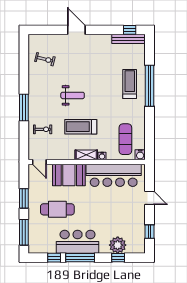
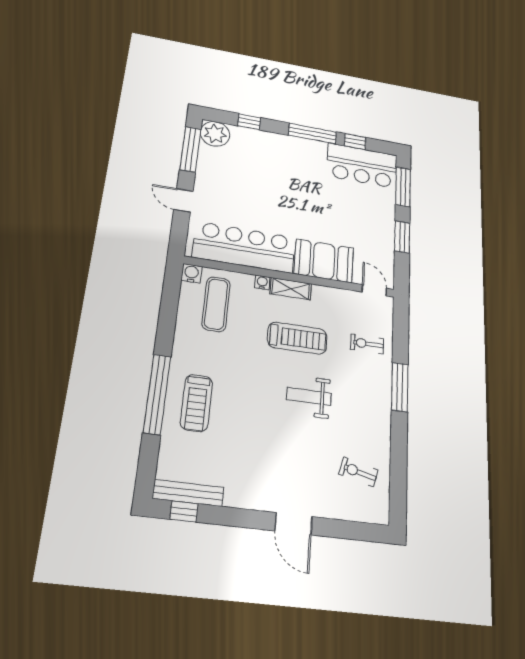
cafe table: (57, 209) -> (347, 211), removed
window: (149, 232) -> (190, 149), width x2.17
bar counter: (78, 242) -> (362, 166), moved
plant: (118, 245) -> (215, 134), moved

